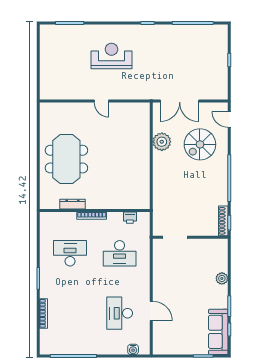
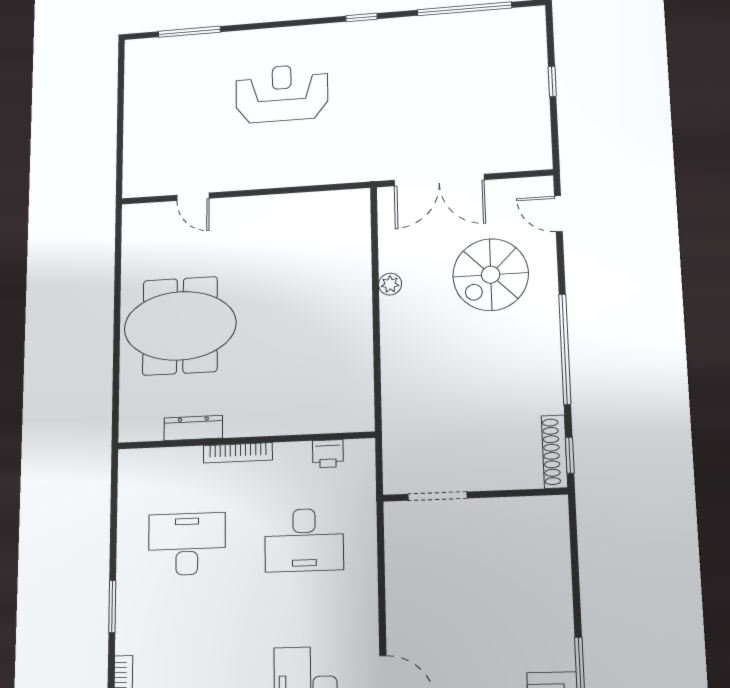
door: (101, 101) -> (193, 197), moved
plant: (162, 142) -> (390, 284), width x0.53, depth x0.53
meeting table: (66, 159) -> (180, 326), turned 90
plant: (222, 278) -> (557, 594), removed

